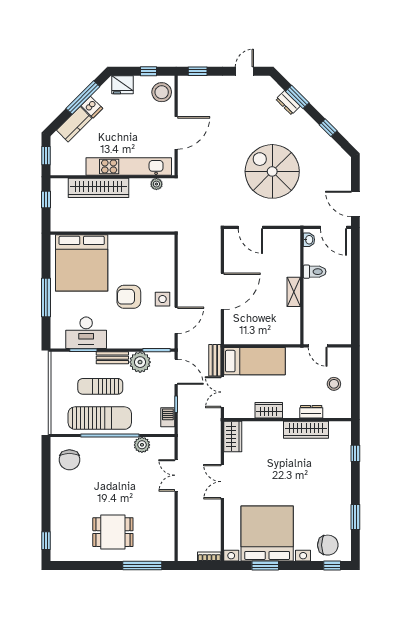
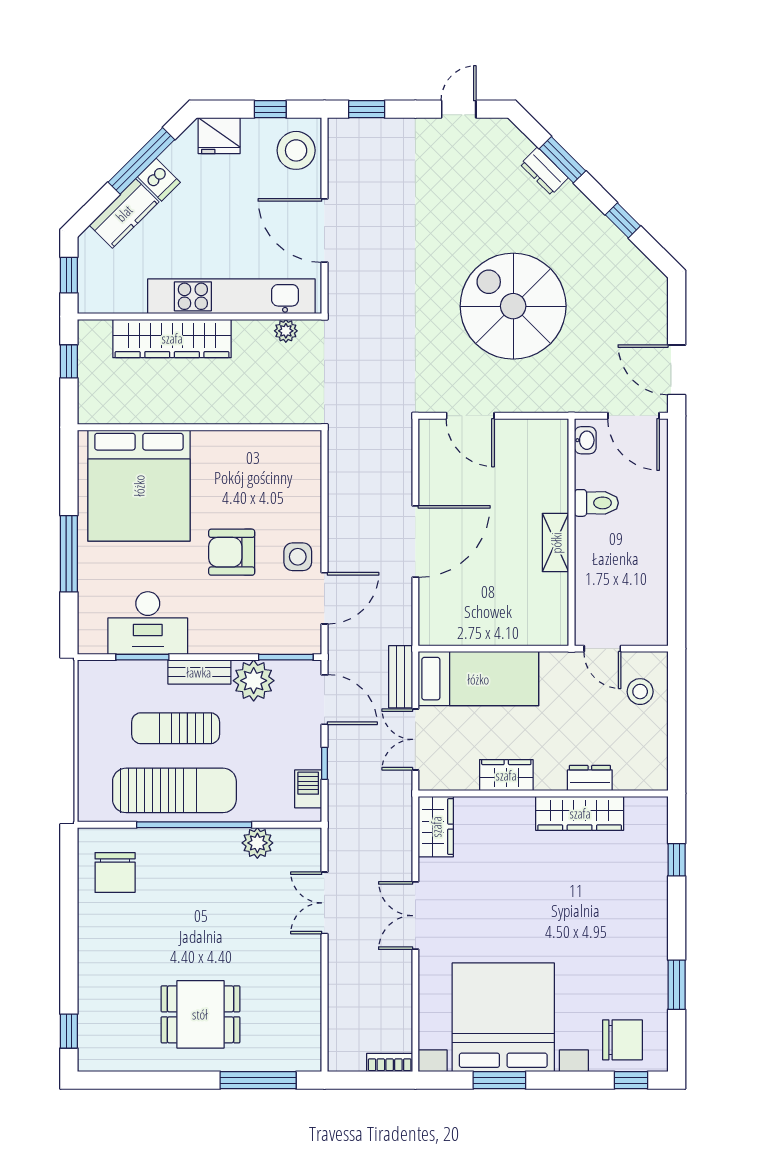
door: (176, 133) -> (324, 231), swing flipped
stool: (334, 384) -> (640, 692), moved

